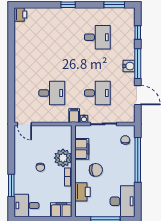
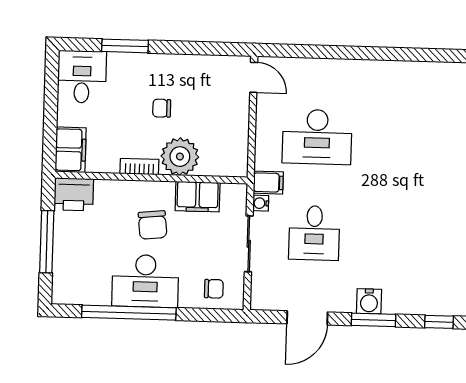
desk: (97, 37) -> (432, 236), removed
window: (138, 64) -> (373, 320), width x0.69
desk: (52, 93) -> (317, 137), width x1.37
door: (24, 124) -> (254, 77), swing flipped
window: (138, 160) -> (129, 313), moved
printer: (82, 192) -> (74, 194), moved
desk: (123, 201) -> (145, 281), moved

